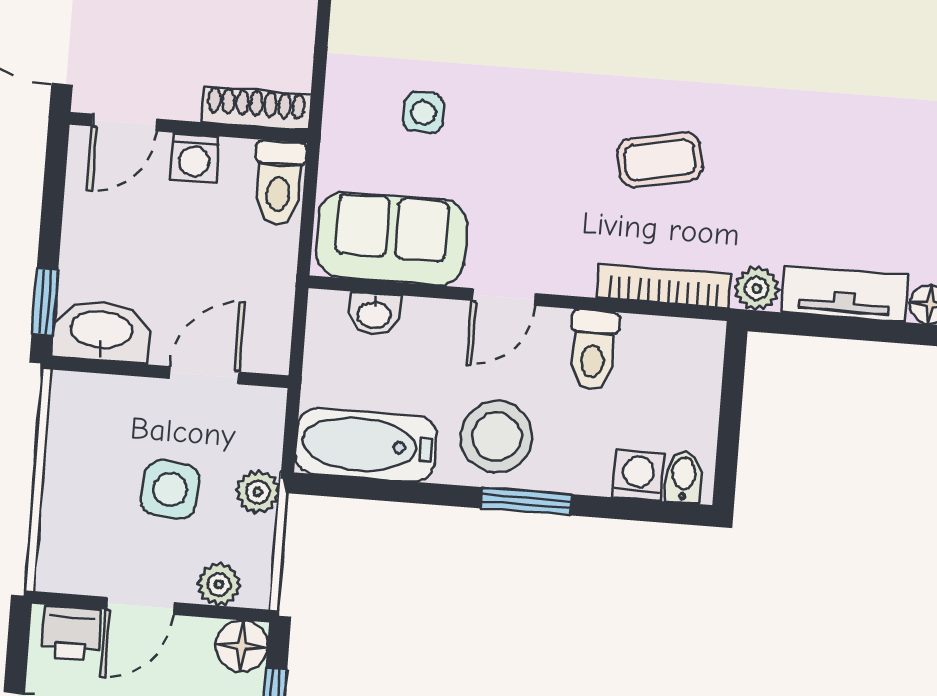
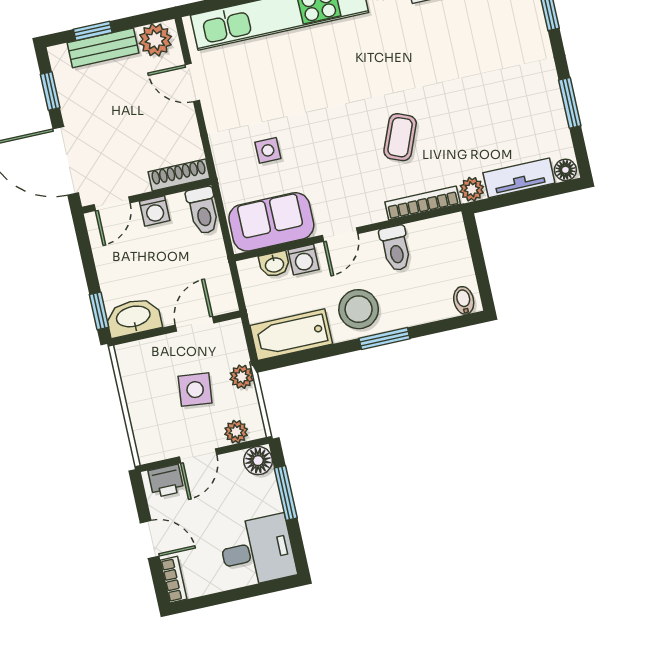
coffee table: (660, 160) -> (400, 137), turned -57
washing machine: (638, 476) -> (304, 260), moved, turned 180

